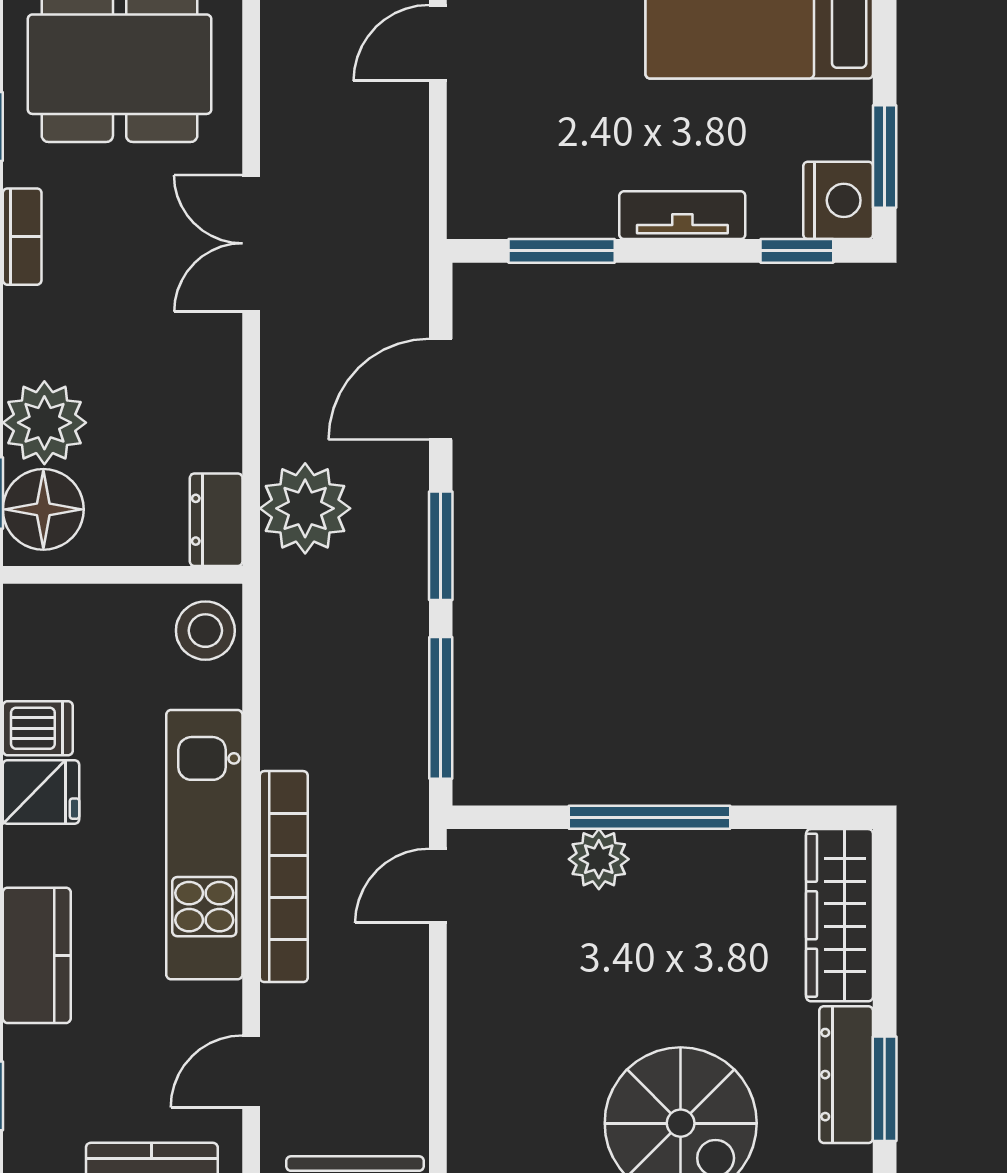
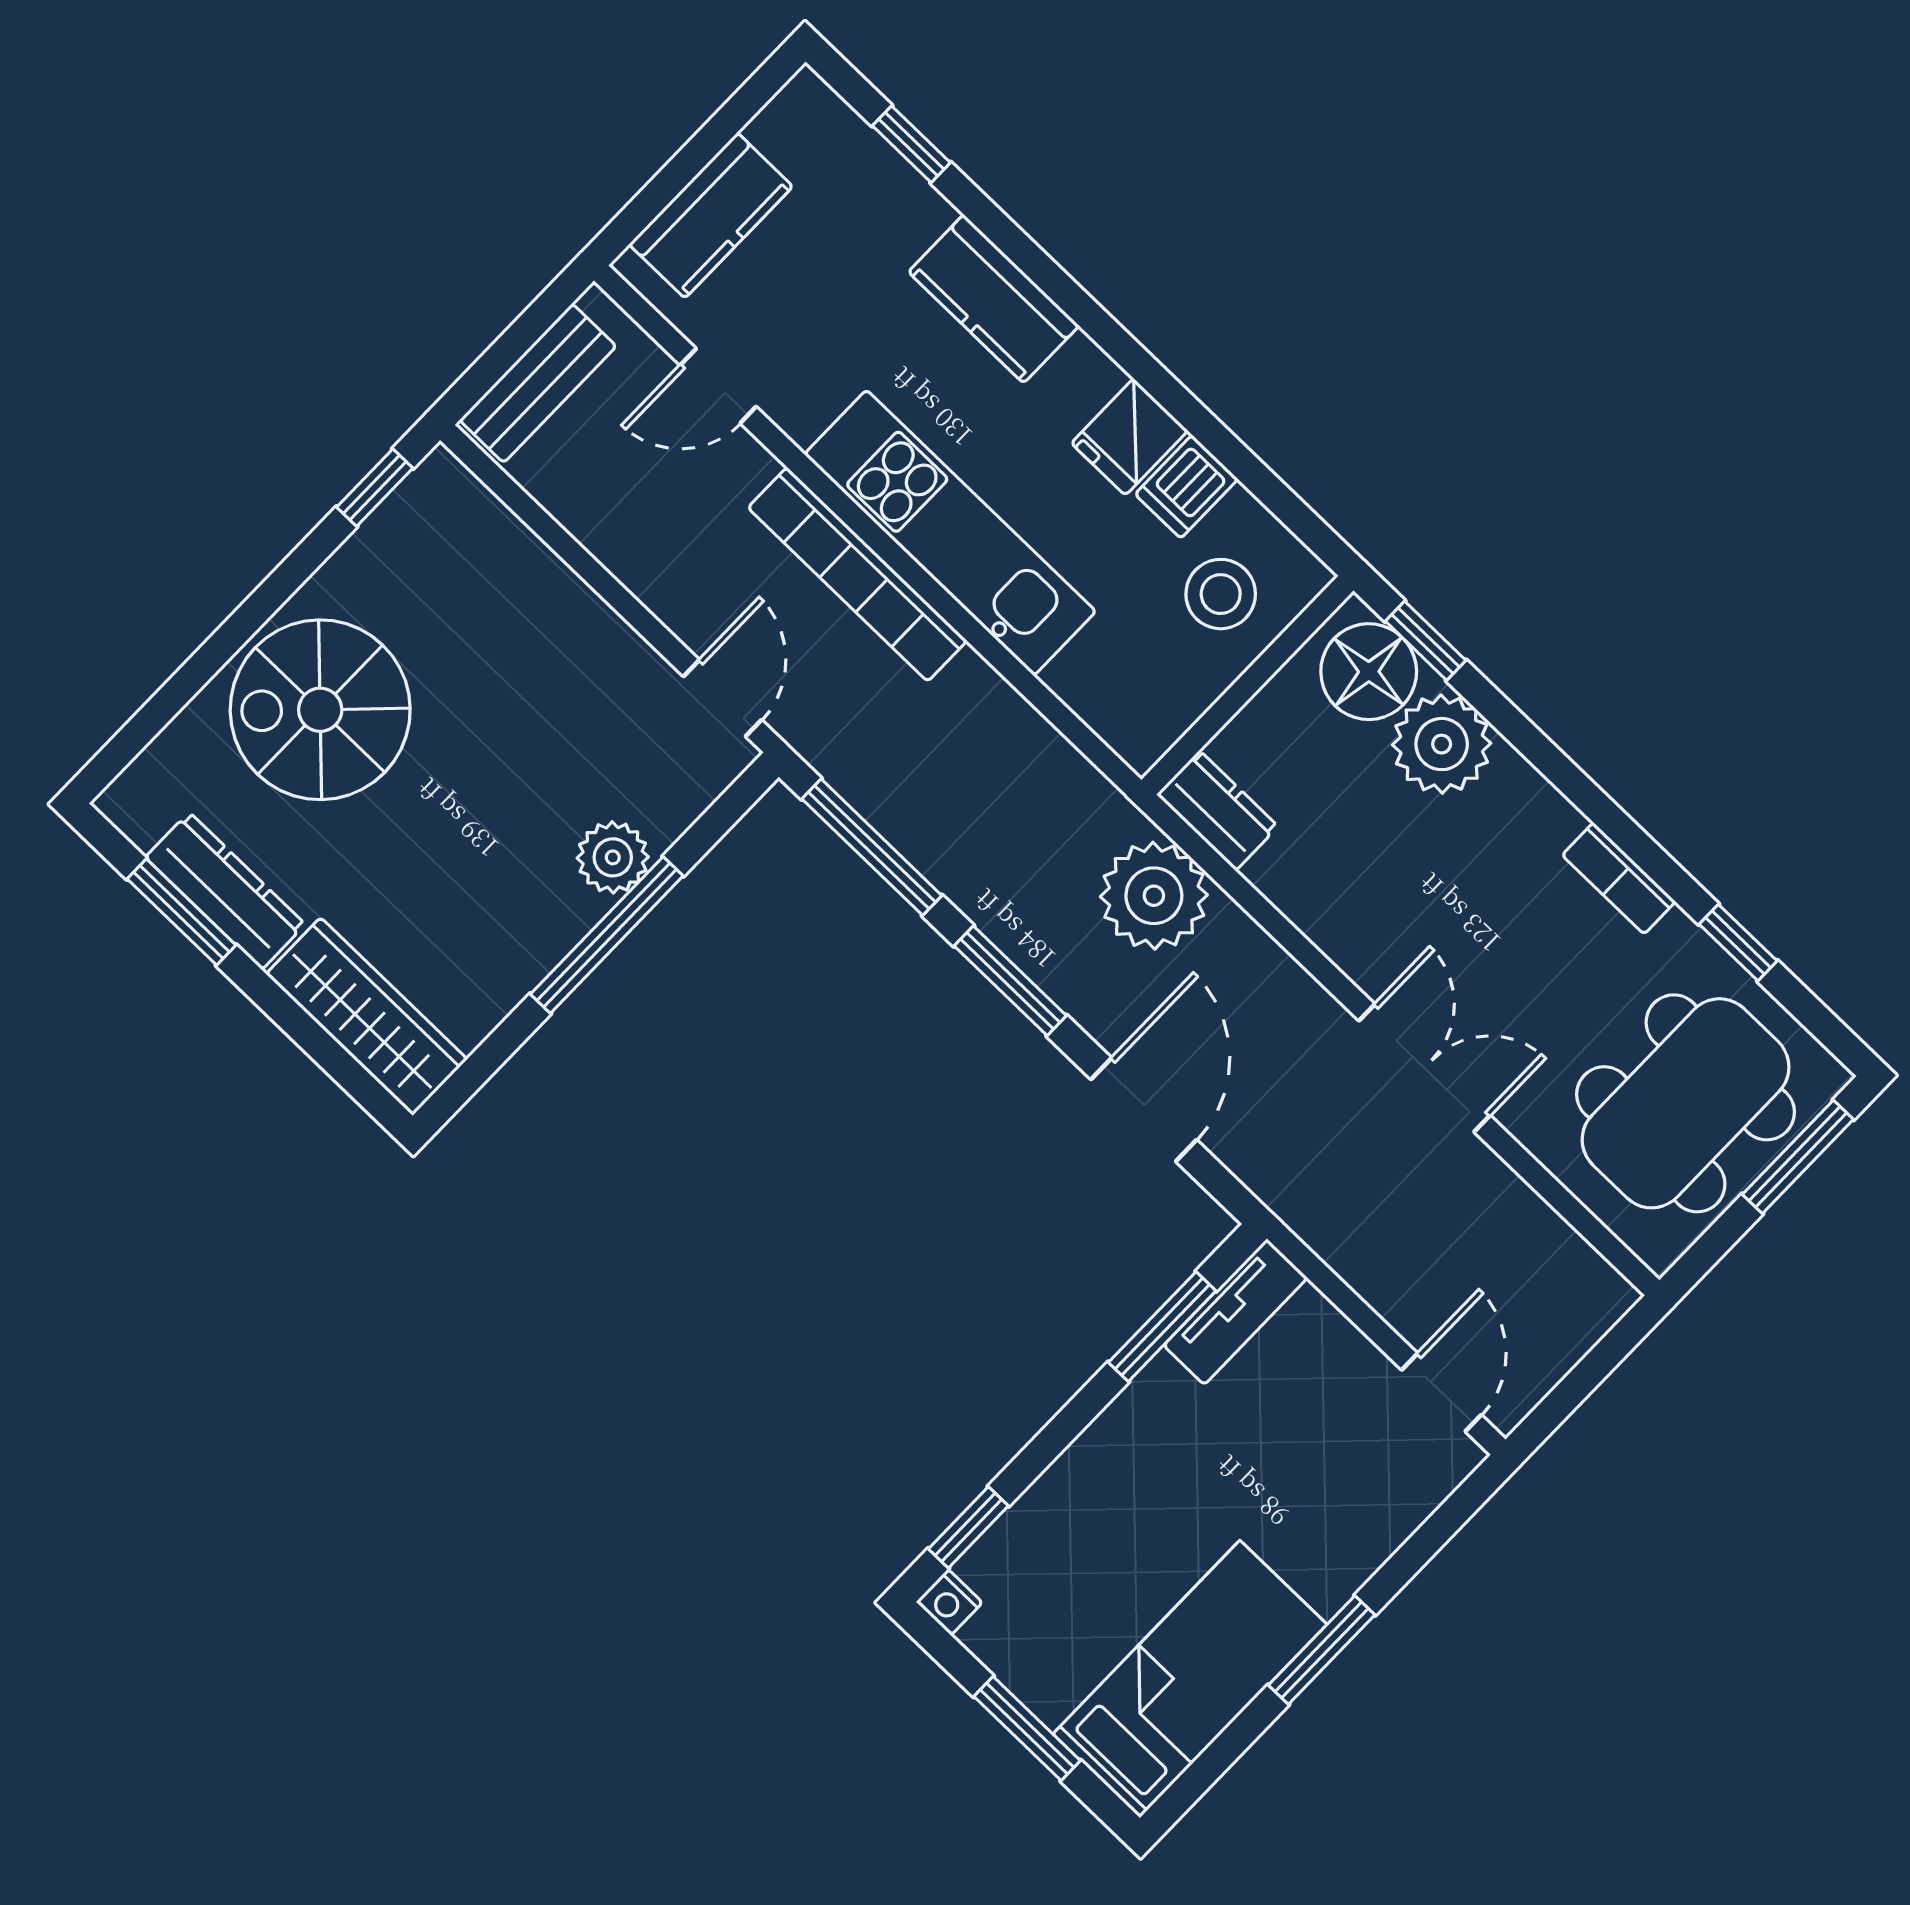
window: (885, 157) -> (1027, 1729), moved
nightstand: (838, 200) -> (949, 1602), width x0.53, depth x0.56
tv unit: (682, 215) -> (1236, 1312), moved
stool: (205, 631) -> (1221, 594), moved
door: (251, 1071) -> (718, 386), swing flipped

